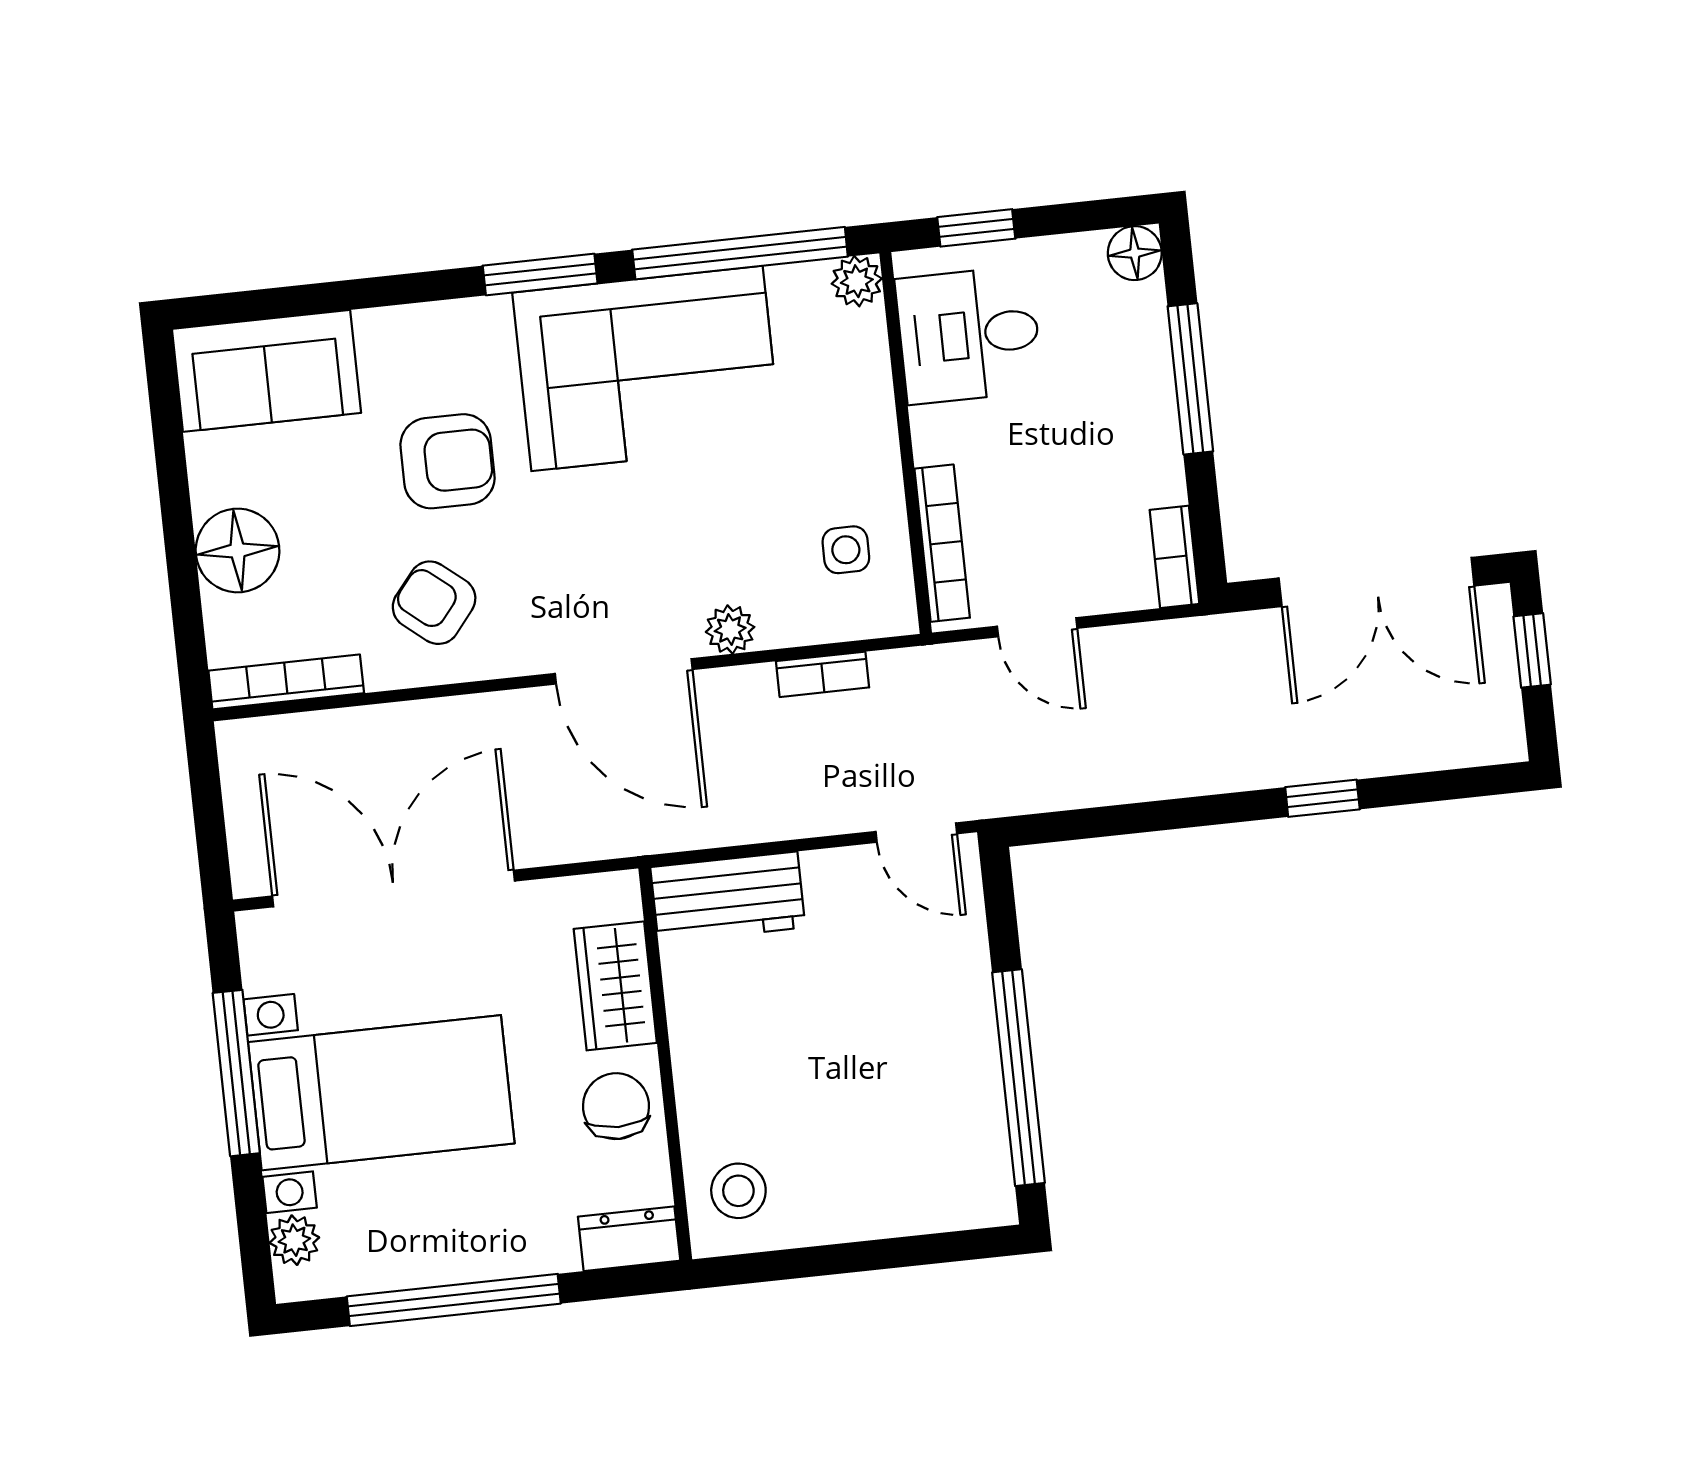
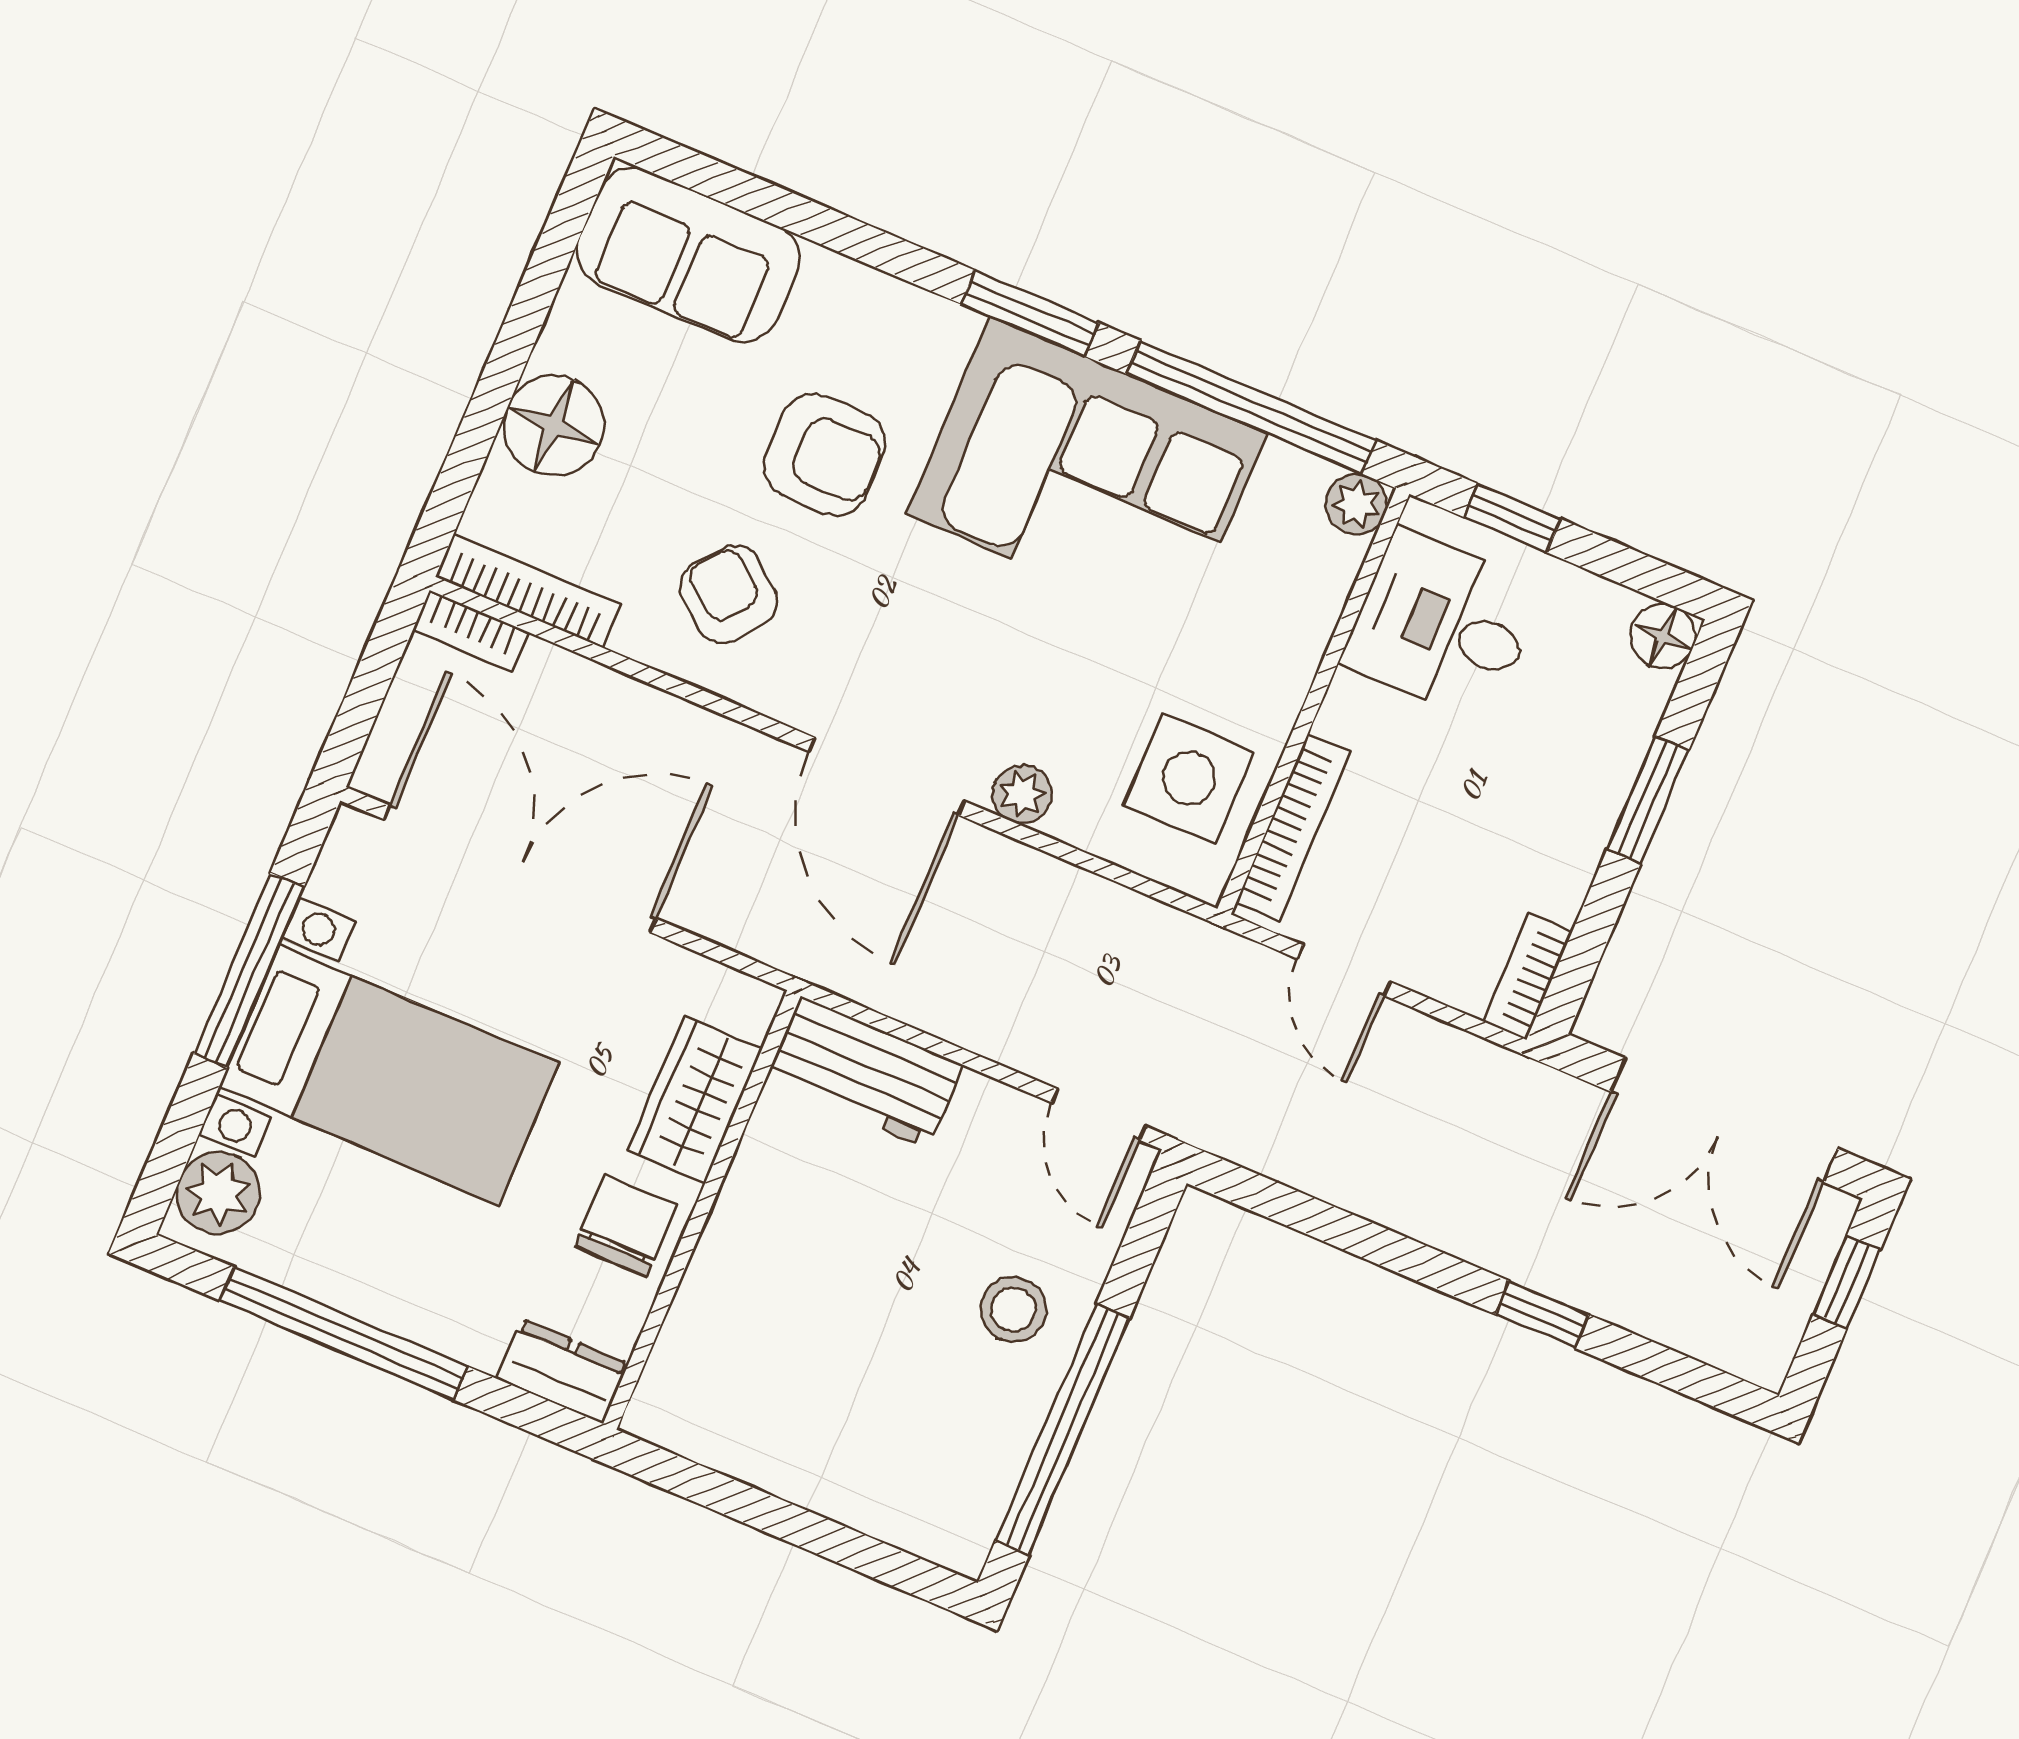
window: (1190, 379) -> (1648, 800), width x0.69
side table: (846, 550) -> (1189, 778), width x1.87, depth x1.87
bookcase: (822, 674) -> (471, 631), moved
stool: (738, 1191) -> (1014, 1309), moved
plant: (294, 1240) -> (218, 1193), width x1.38, depth x1.38

